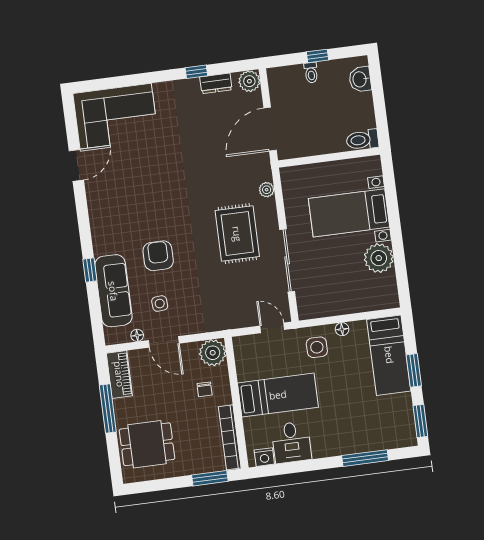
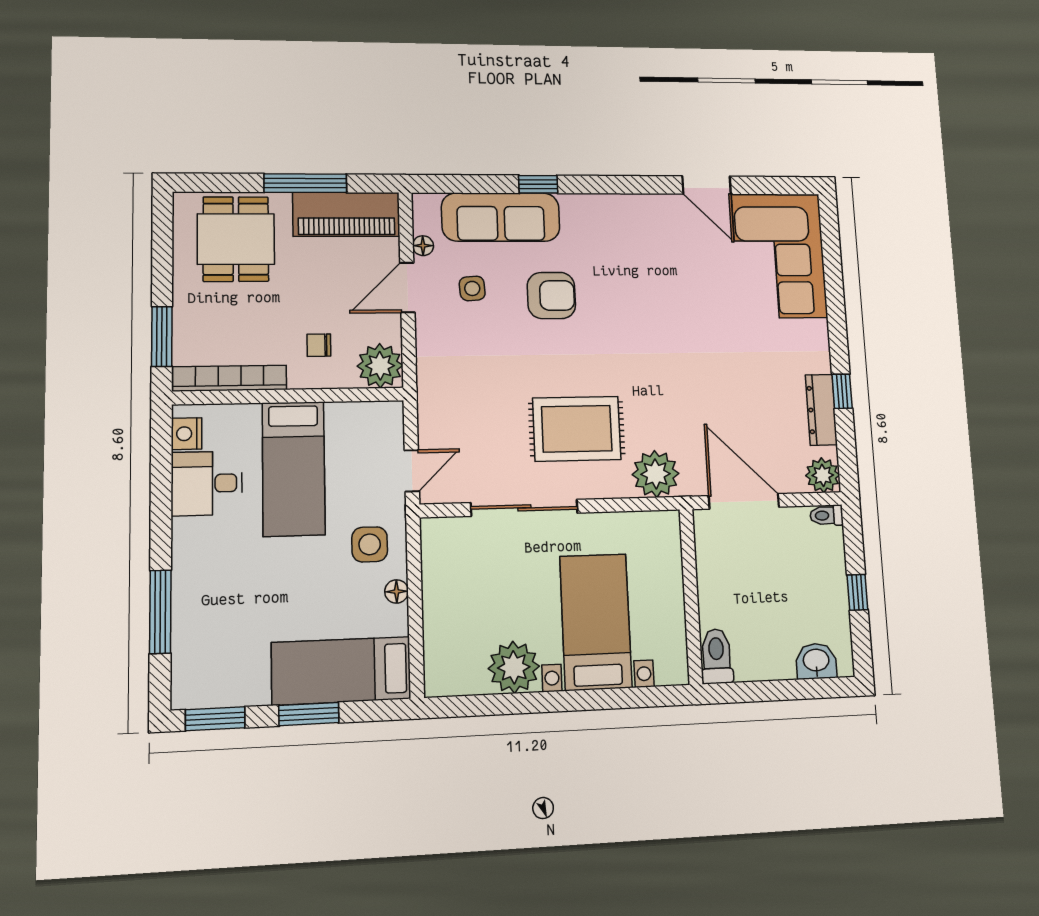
toilet: (311, 73) -> (827, 515), moved
dresser: (216, 83) -> (821, 410), width x1.44
plant: (267, 190) -> (656, 474), width x1.87, depth x1.87
piano: (119, 374) -> (346, 214), width x1.37, depth x1.33

